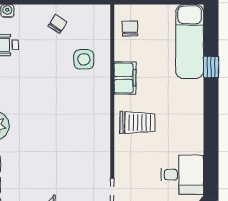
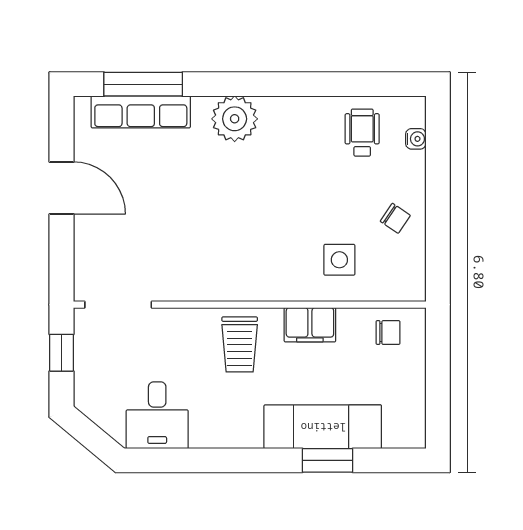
exam couch: (190, 42) -> (323, 427), moved
window: (211, 67) -> (328, 460), width x1.50

